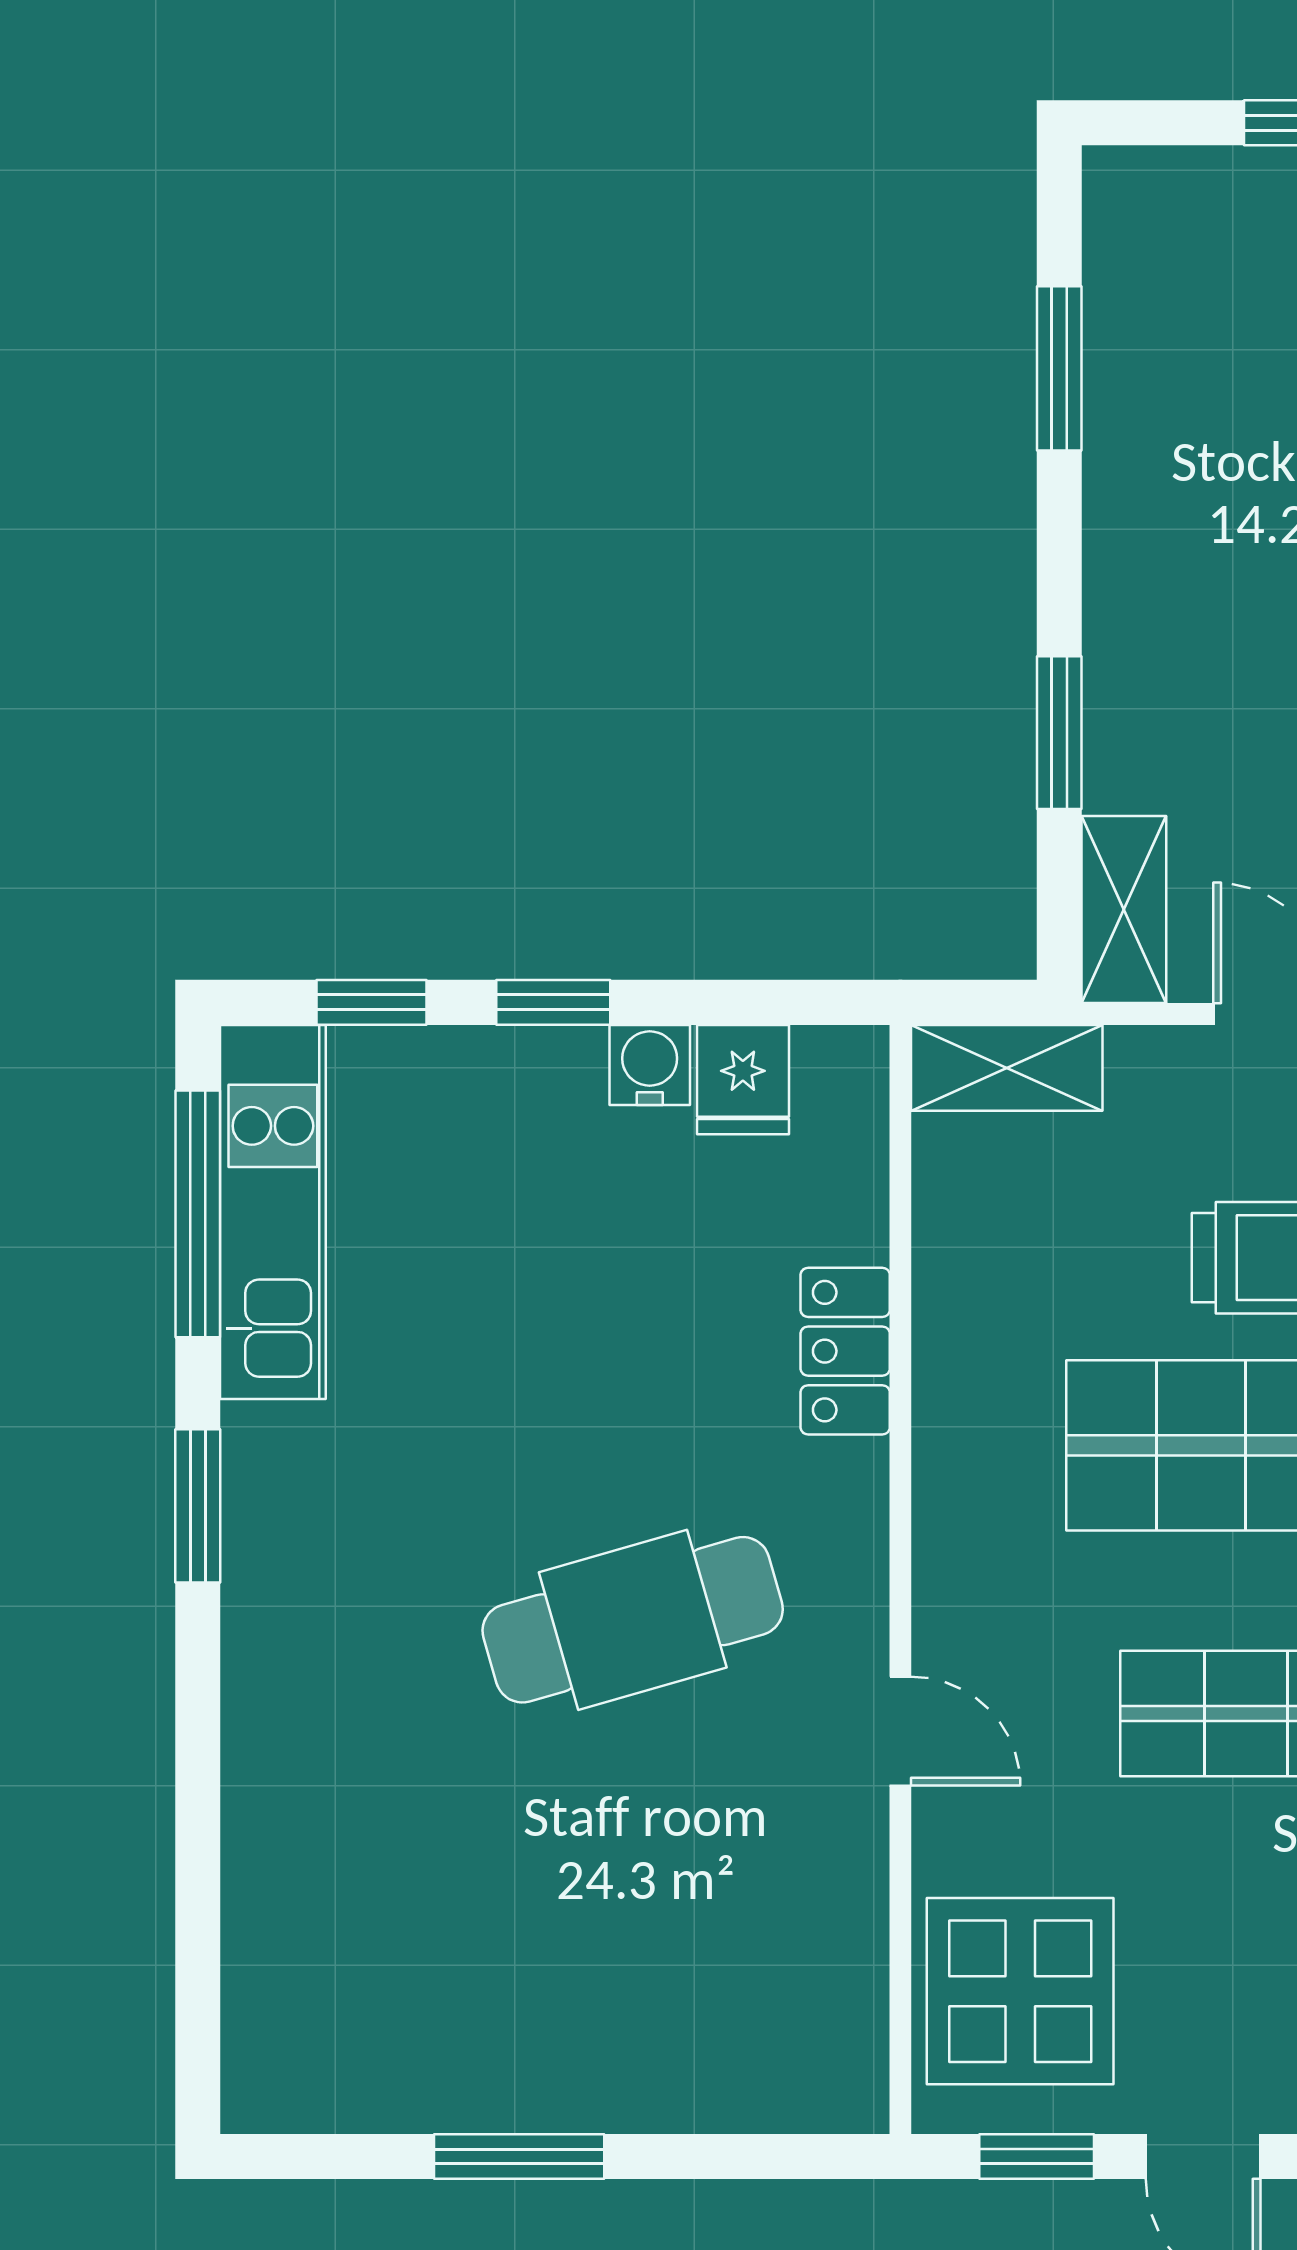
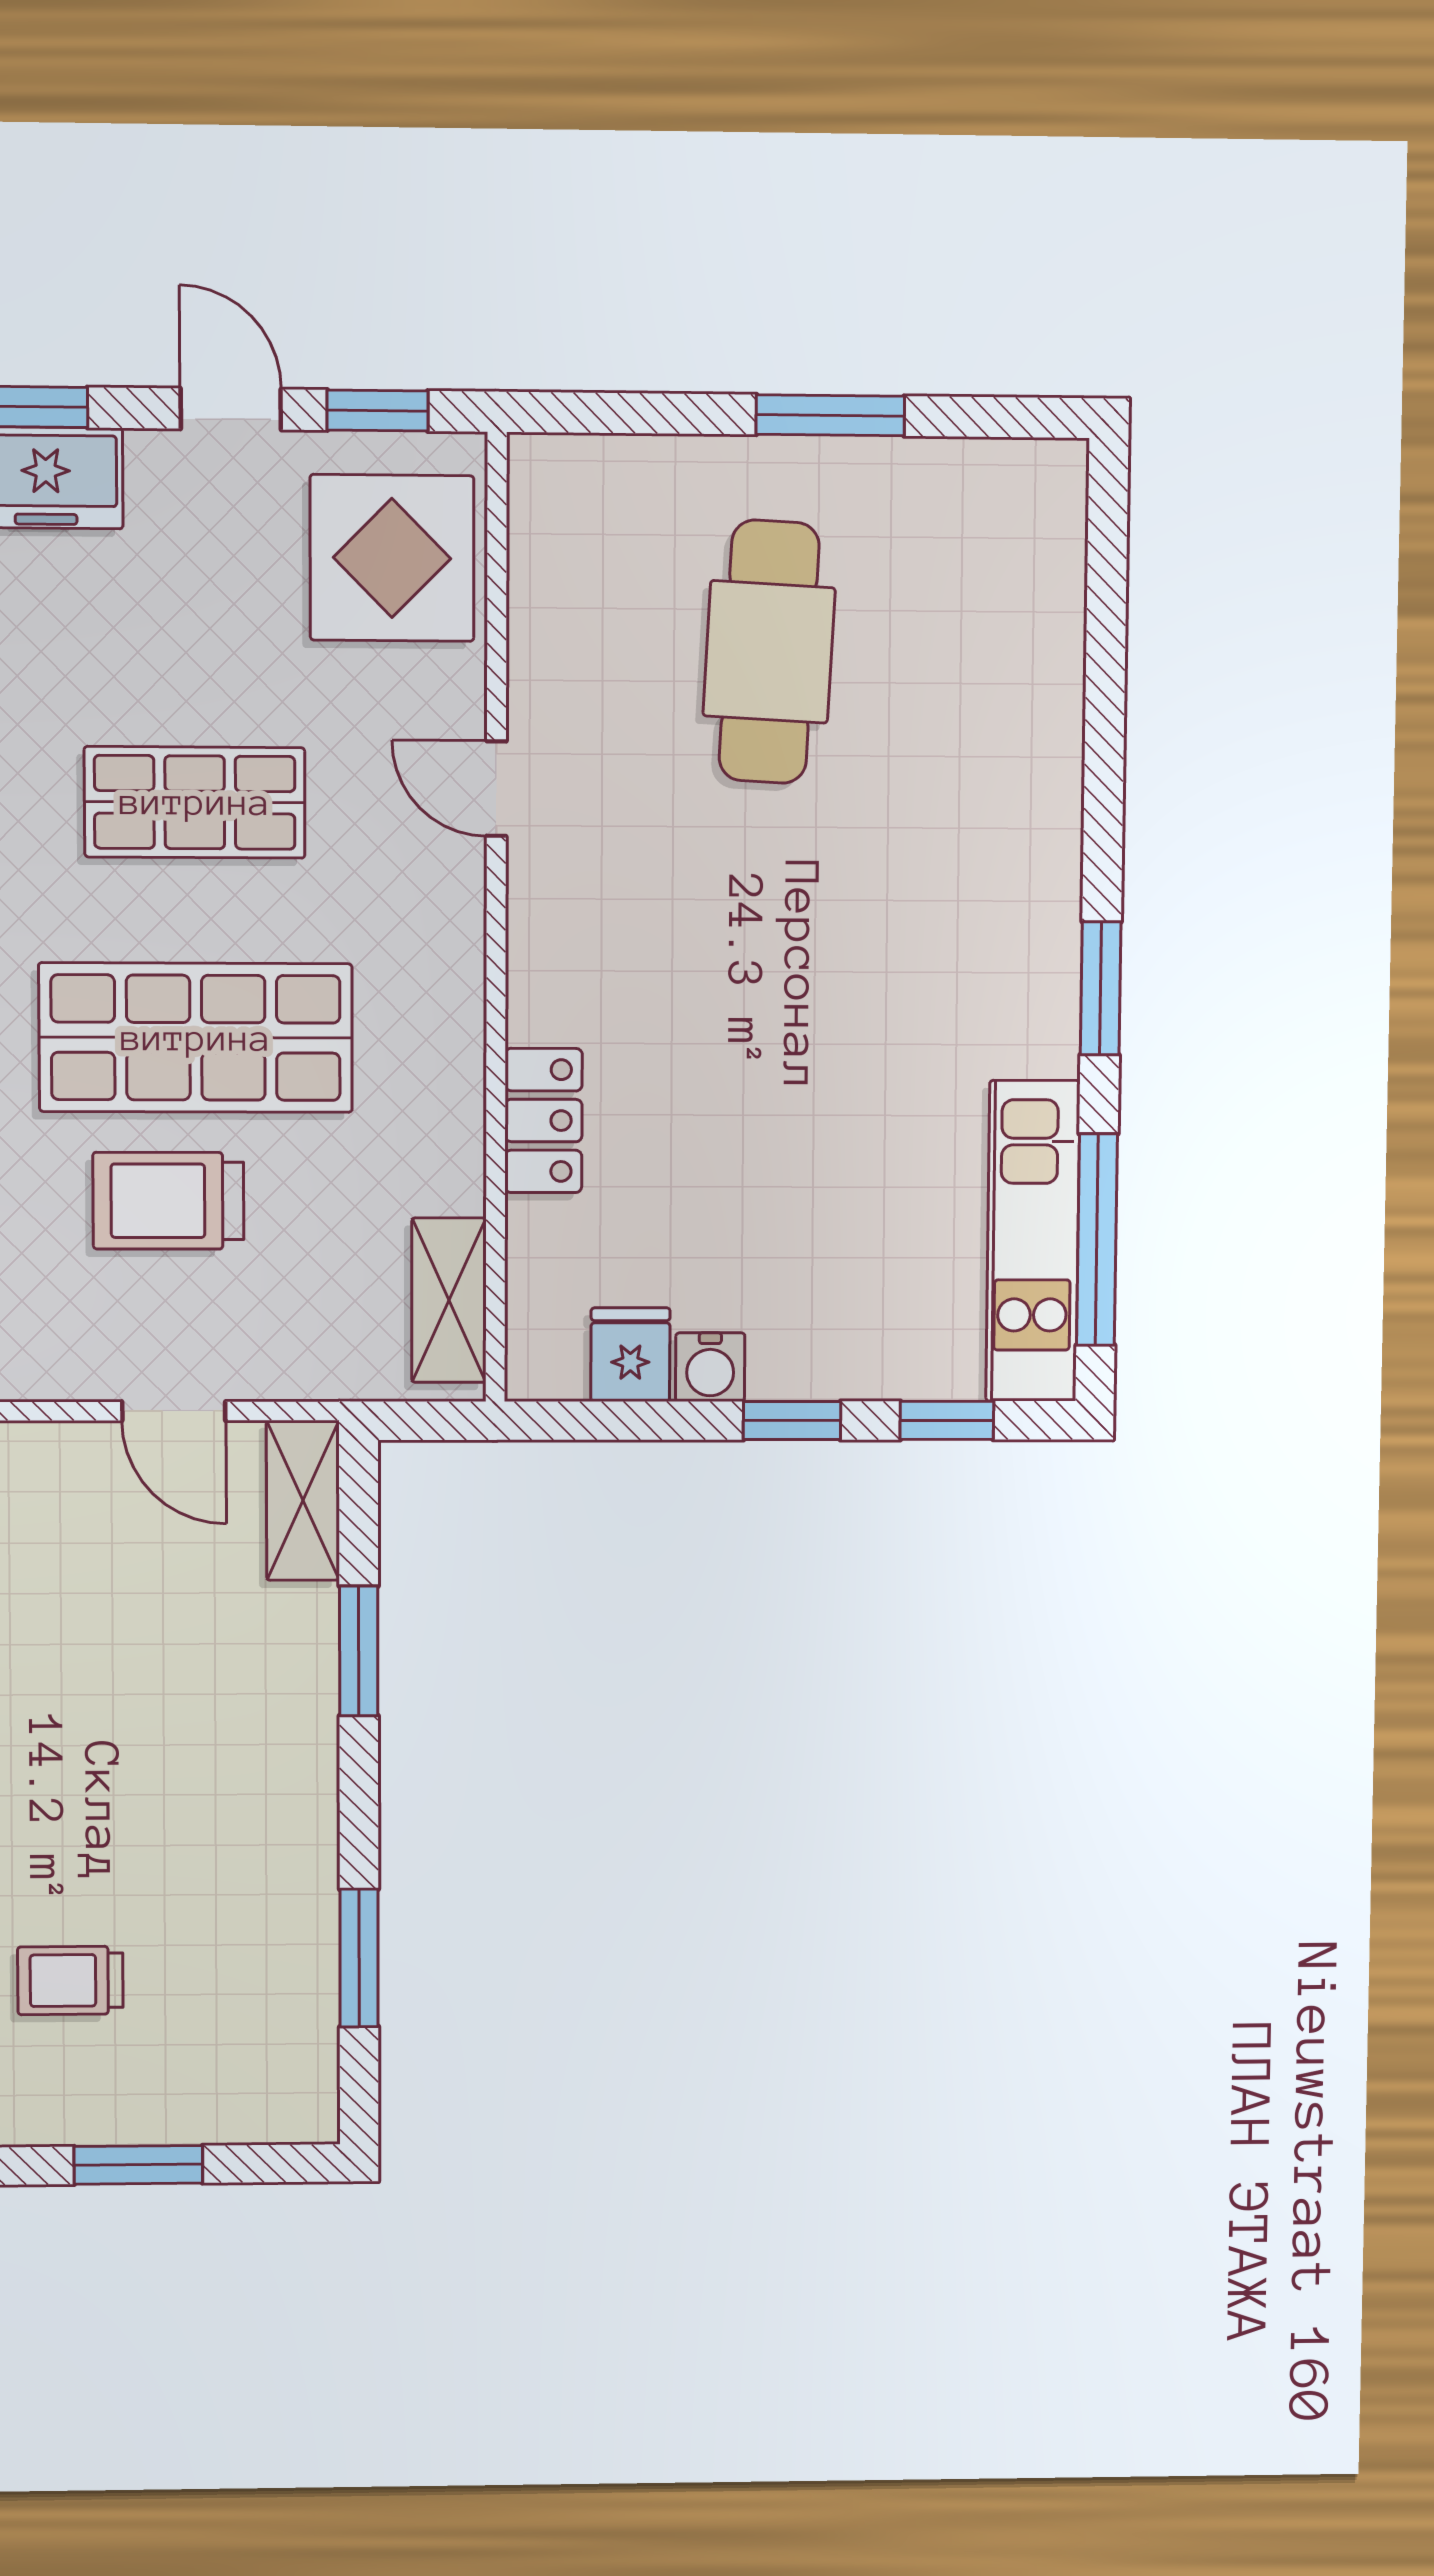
shelving: (1007, 1068) -> (449, 1300), moved, turned 90
cafe table: (633, 1620) -> (769, 652), moved, turned -71

